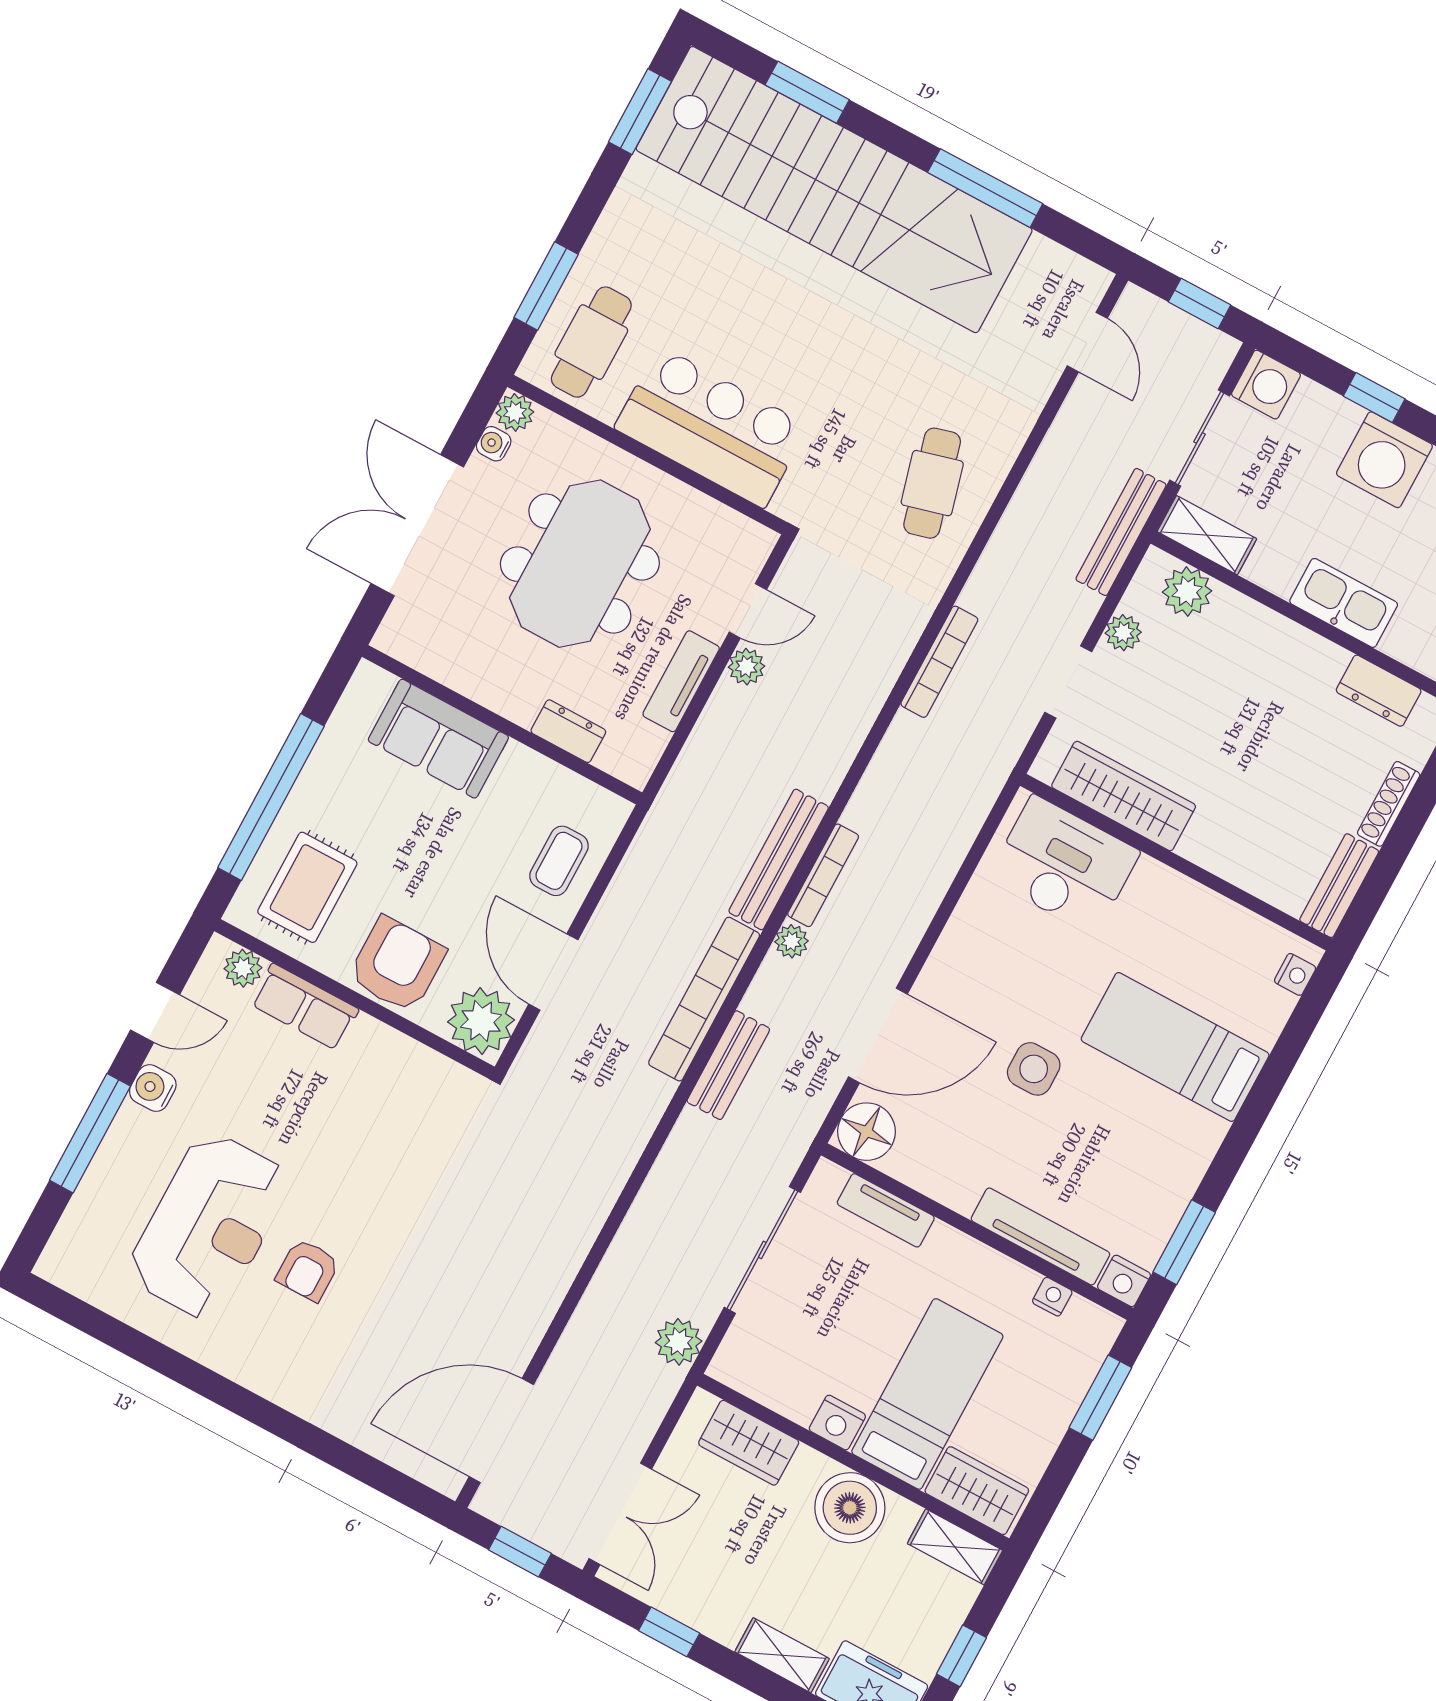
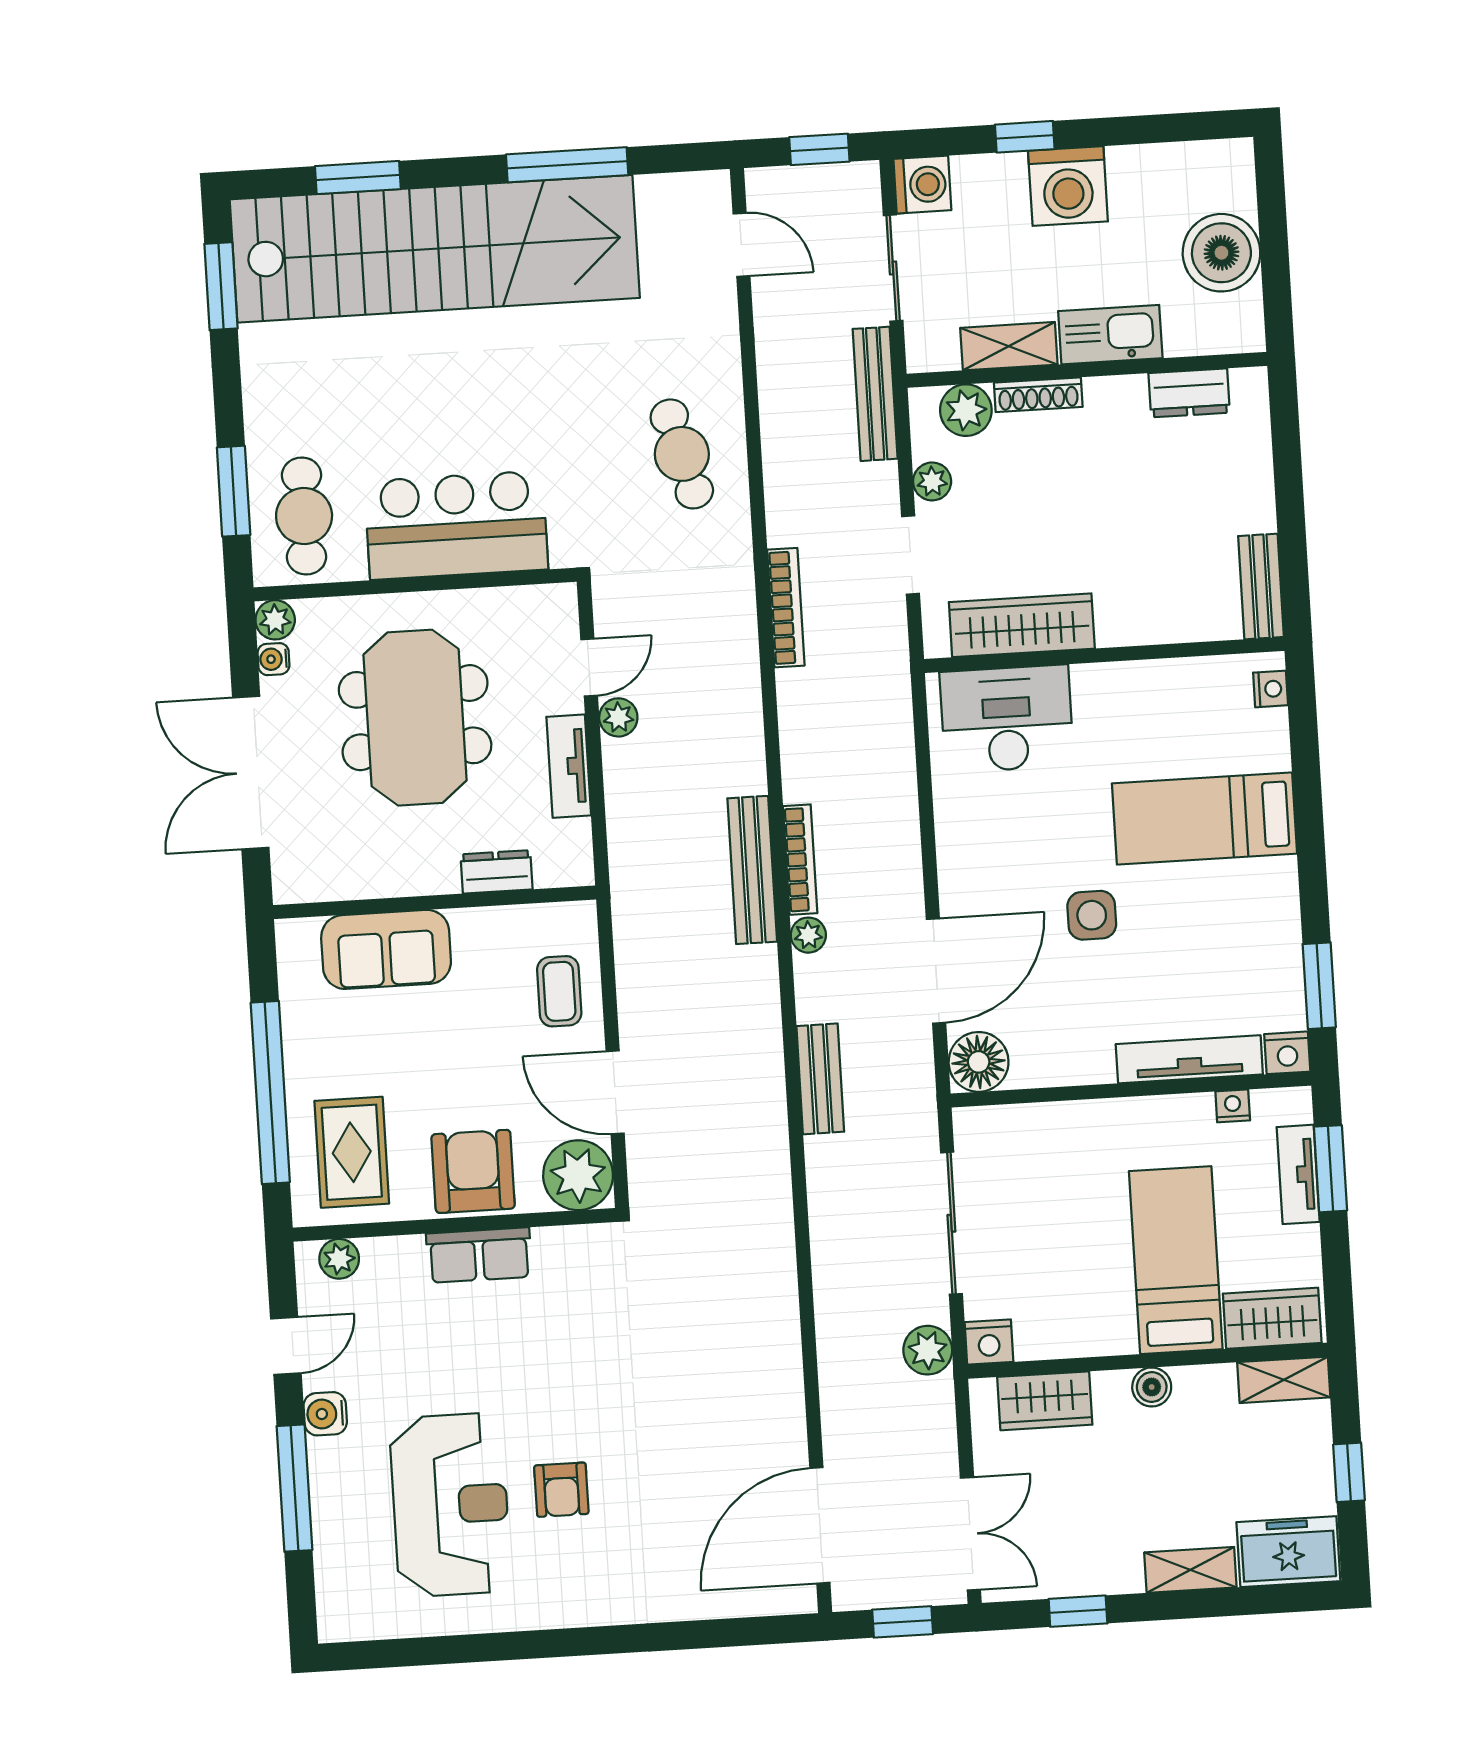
shelving: (1207, 535) -> (1009, 346), moved
shoe rack: (1389, 804) -> (1038, 395), moved, turned -90
bookcase: (704, 999) -> (763, 1034), removed
row of seats: (305, 1007) -> (479, 1255), moved
tv unit: (886, 1210) -> (1298, 1174), moved, turned 90
nightstand: (837, 1423) -> (989, 1342), moved
boiler: (850, 1508) -> (1152, 1387), width x0.54, depth x0.54

